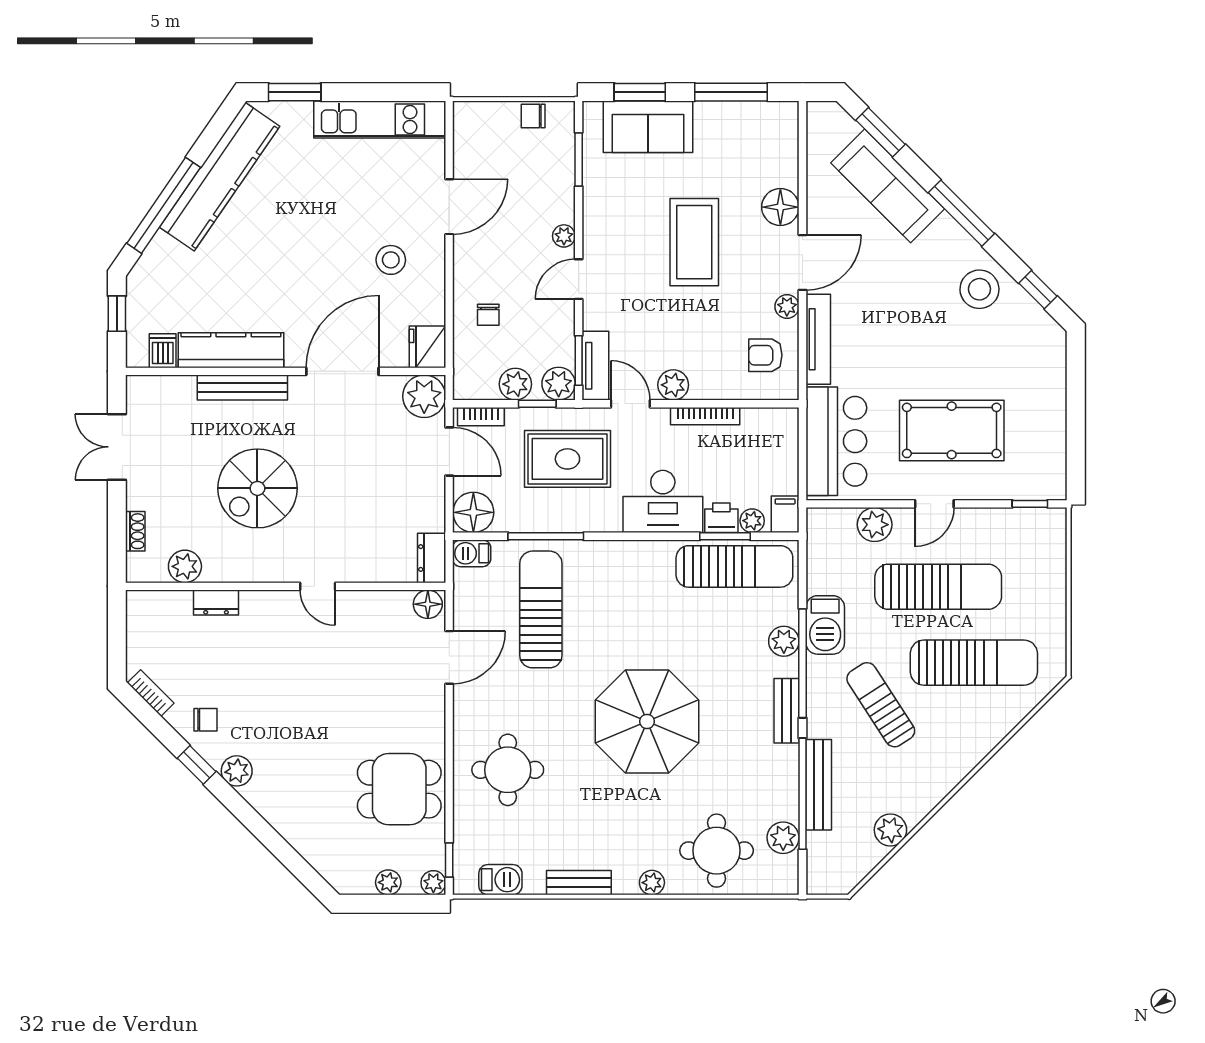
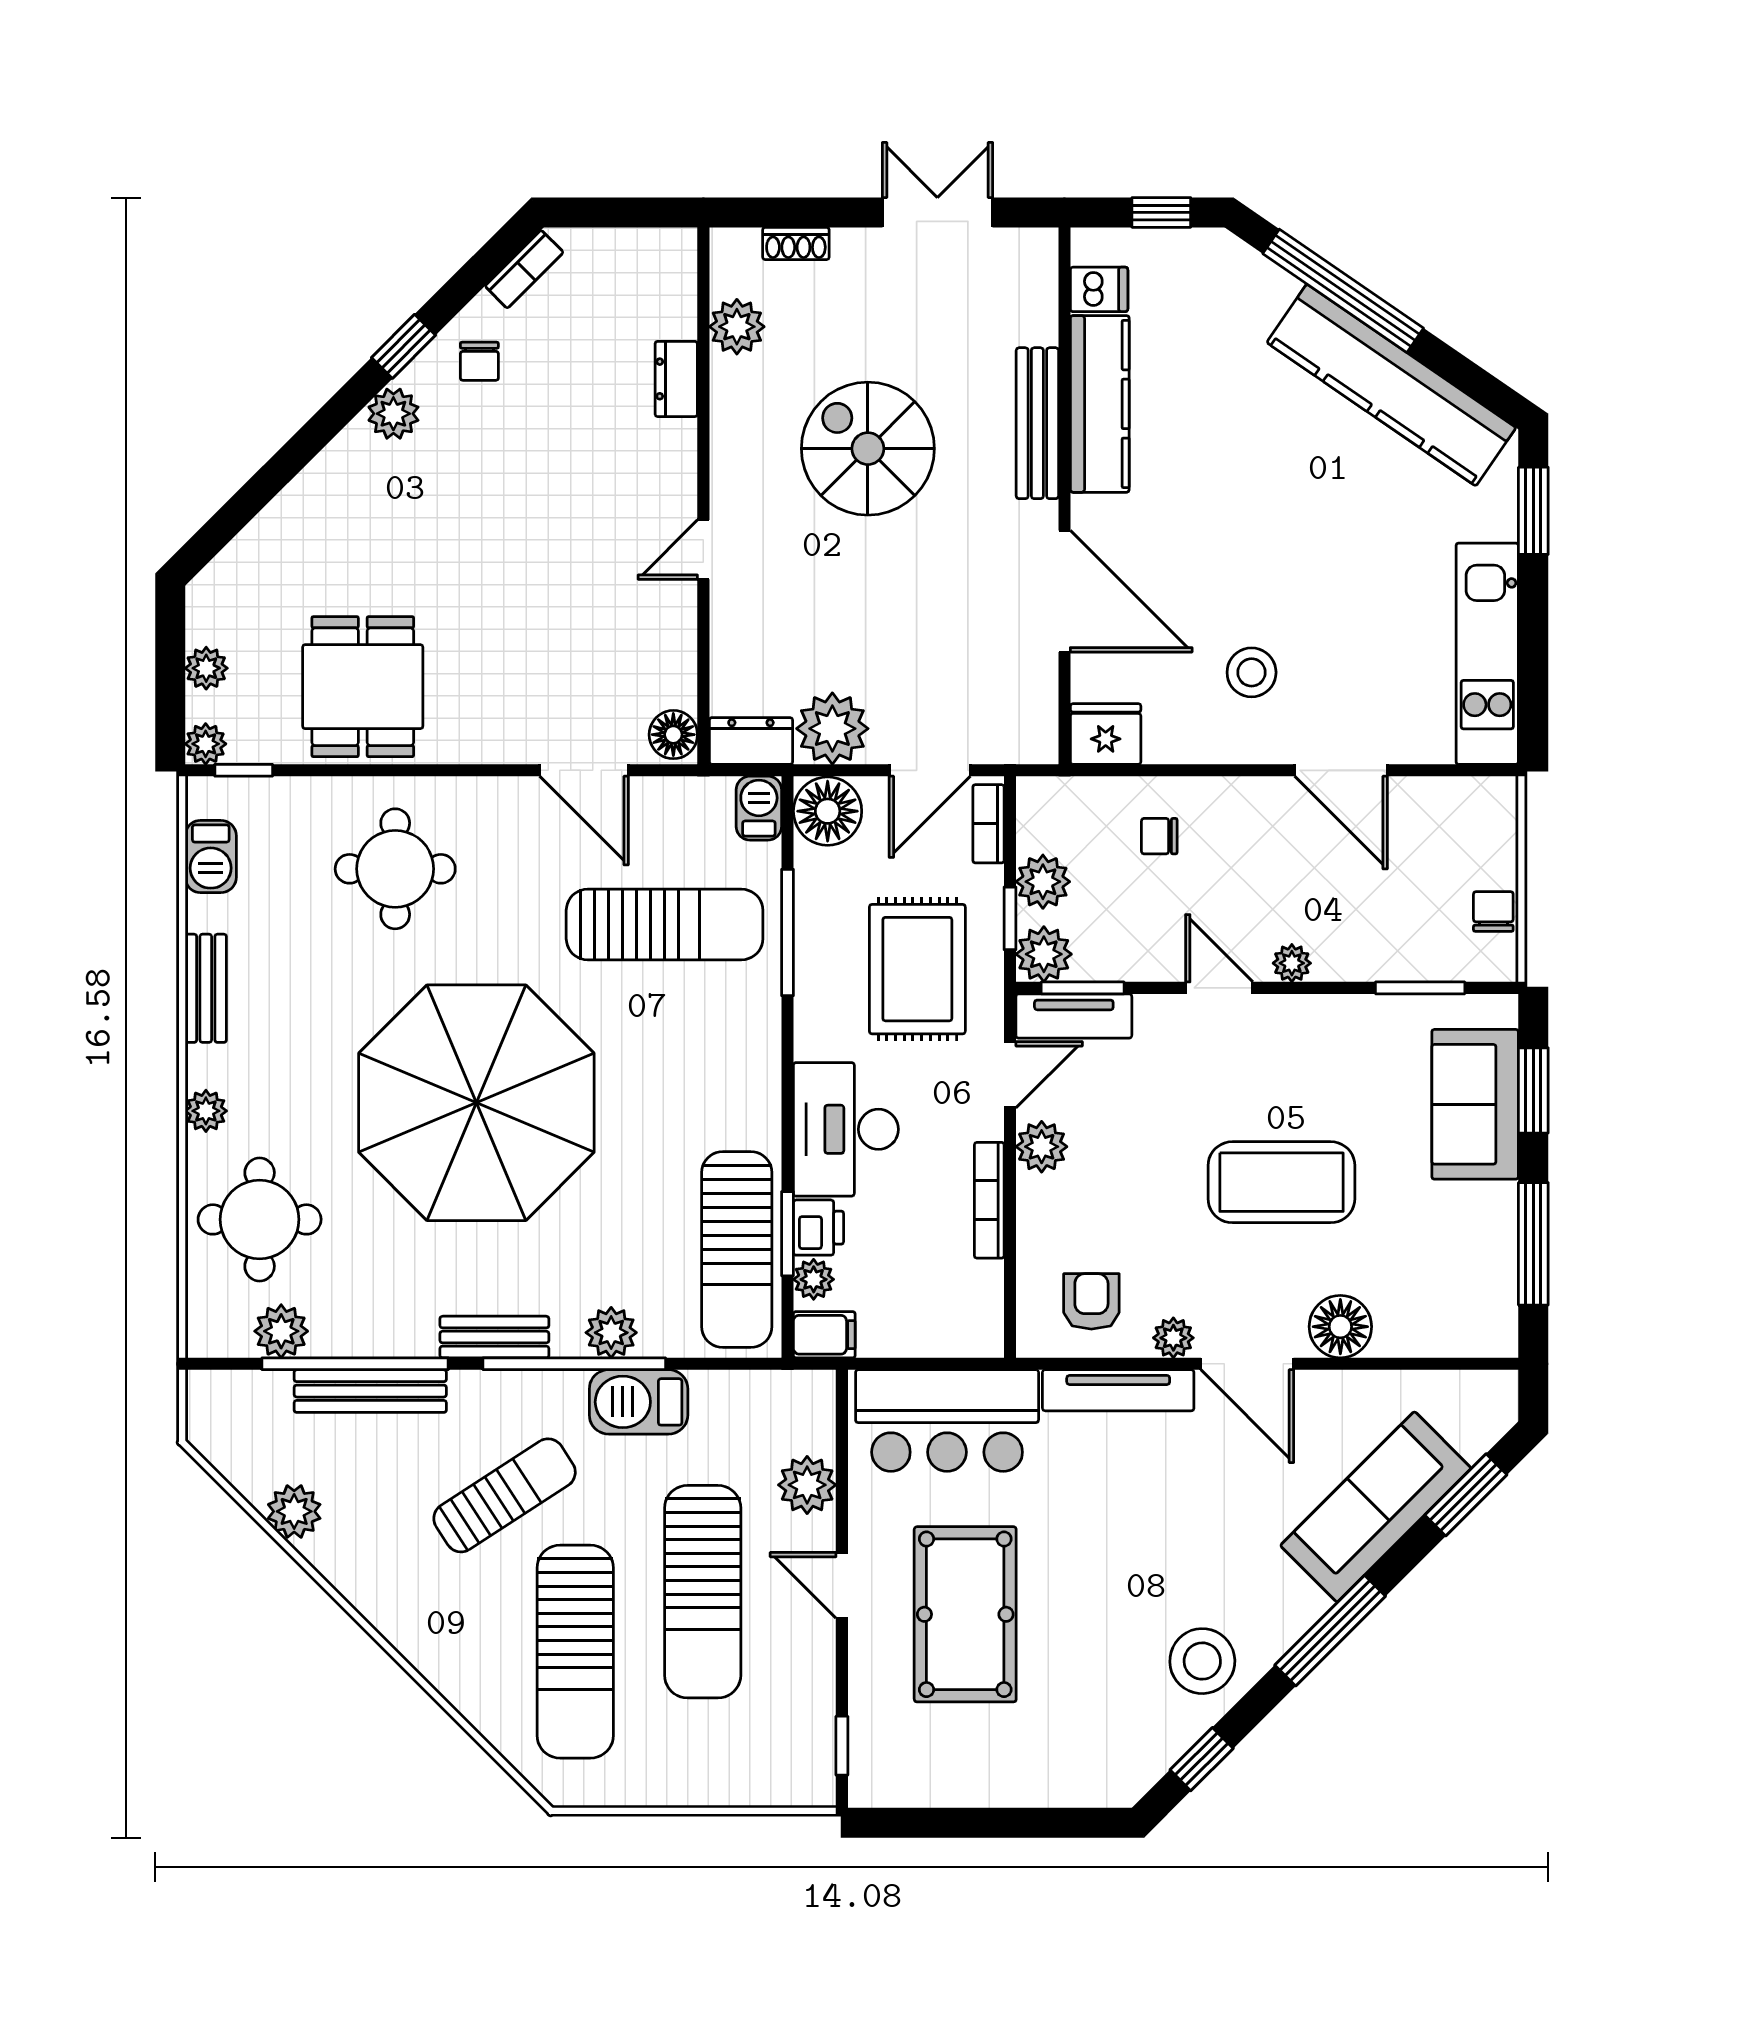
plant: (424, 396) -> (832, 729), moved
parasol: (647, 721) -> (476, 1103), width x1.36, depth x1.36

